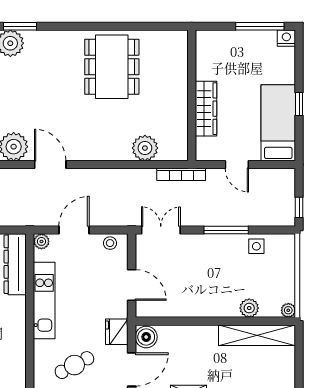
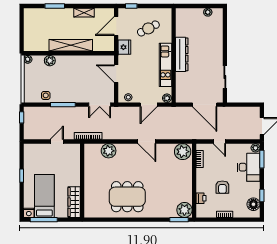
dining table: (112, 67) -> (127, 197), turned 90
wardrobe: (206, 109) -> (74, 202), moved
bed: (278, 123) -> (44, 196), moved, turned 180
door: (50, 165) -> (147, 142), moved
door: (237, 165) -> (57, 142), hinge flipped
dresser: (15, 264) -> (182, 54), moved
shelving: (257, 335) -> (71, 45), moved
boiler: (146, 337) -> (108, 44), removed

